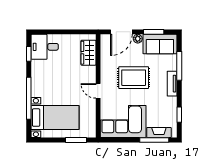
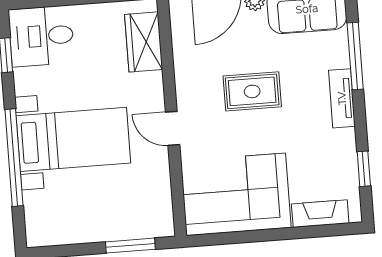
rug: (134, 78) -> (252, 91), width x0.73, depth x0.70
bed with nightstands: (55, 118) -> (73, 139), moved
window: (154, 140) -> (311, 232), removed

